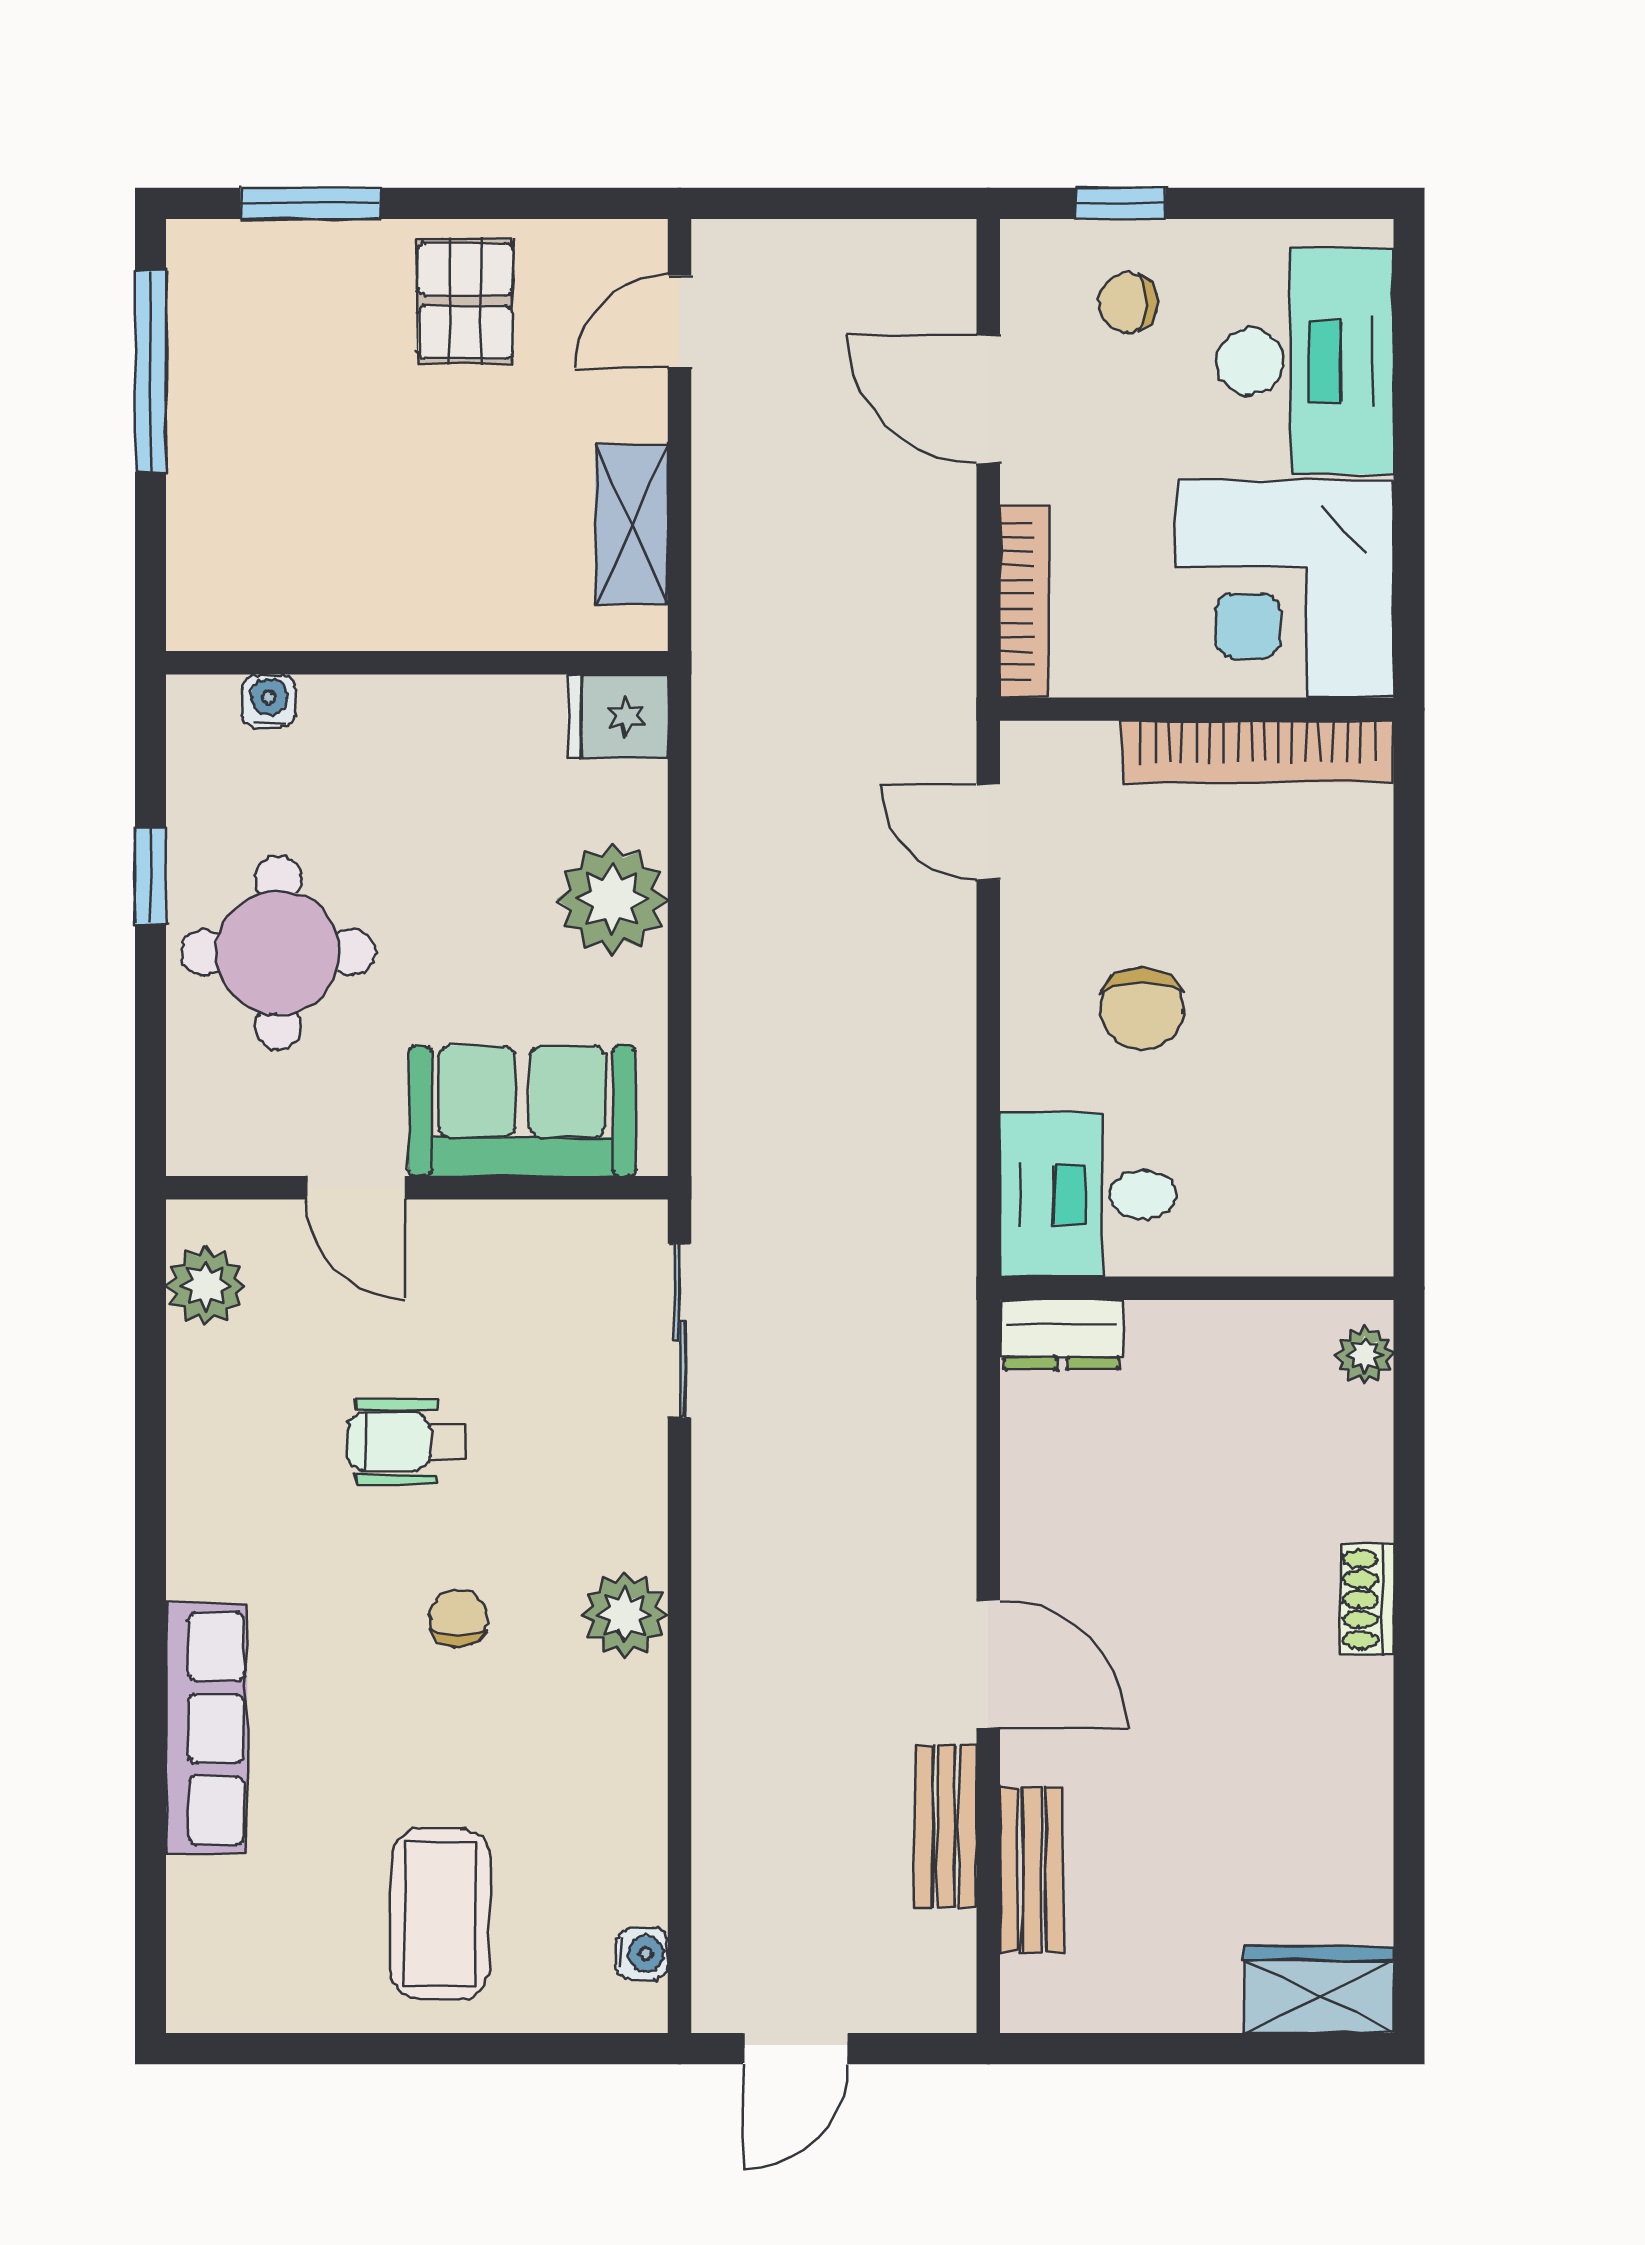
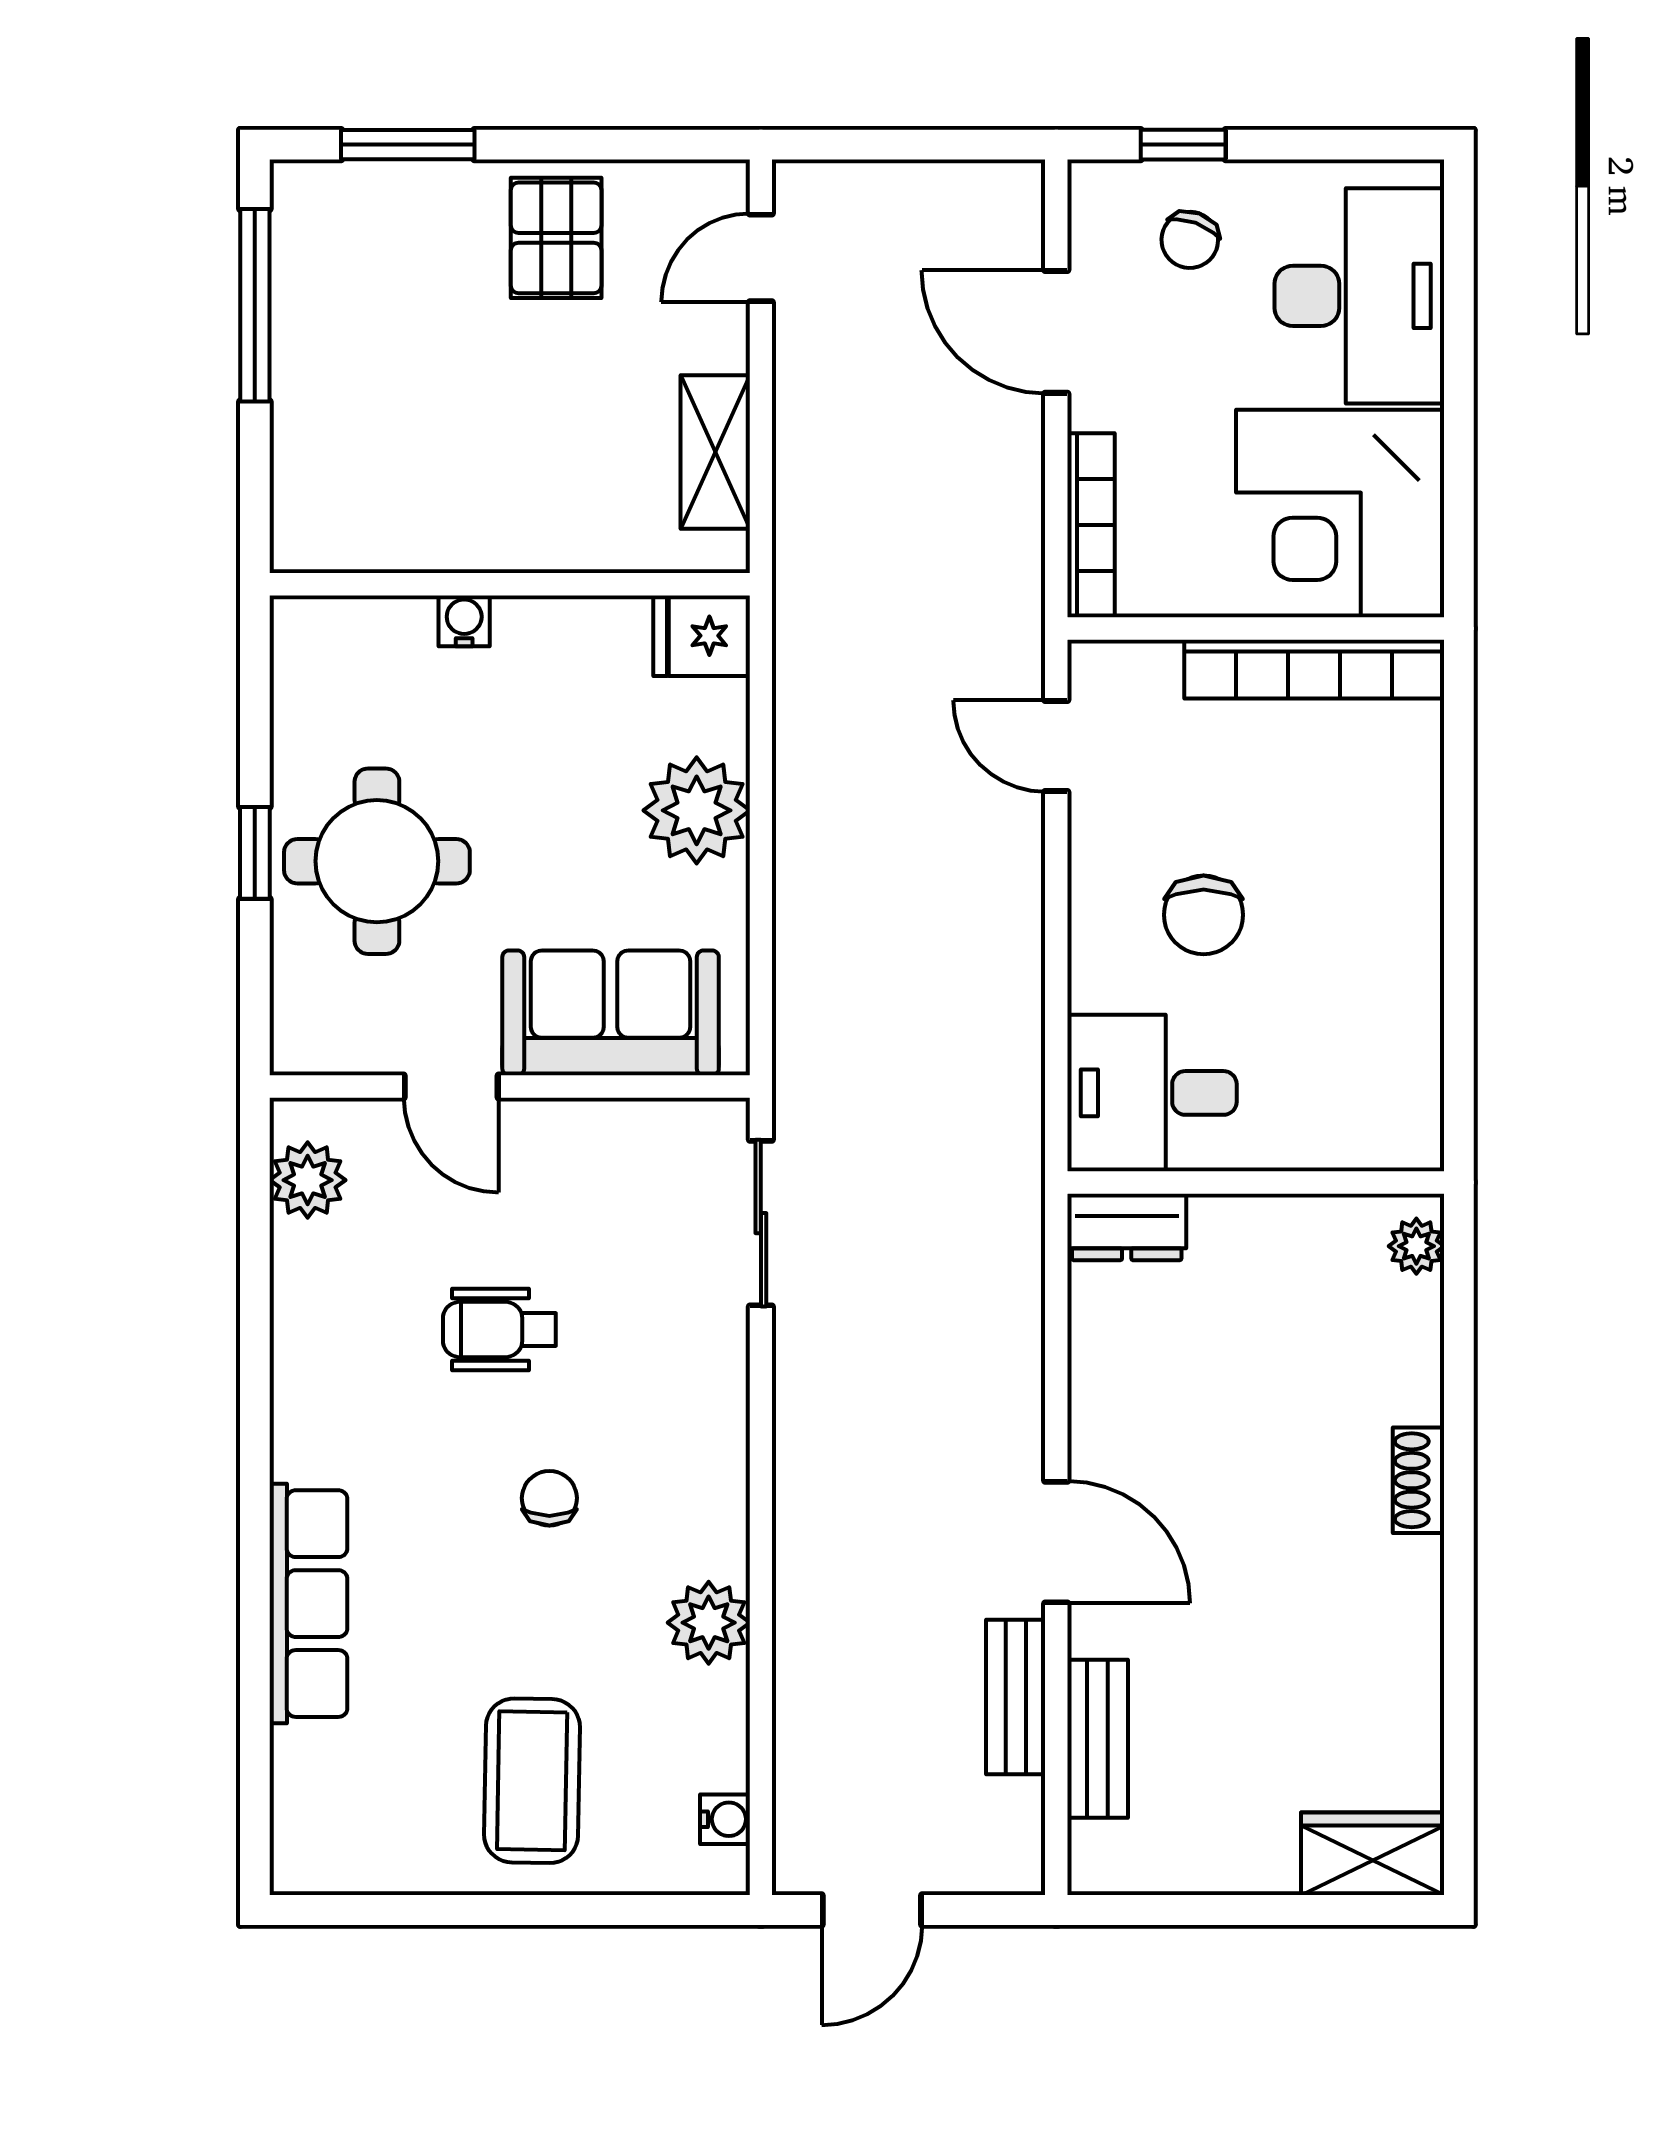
chair: (1128, 303) -> (1190, 240), turned -70
water cooler: (269, 701) -> (464, 621), moved
window: (151, 876) -> (255, 853), moved
plant: (625, 1615) -> (709, 1623), moved

